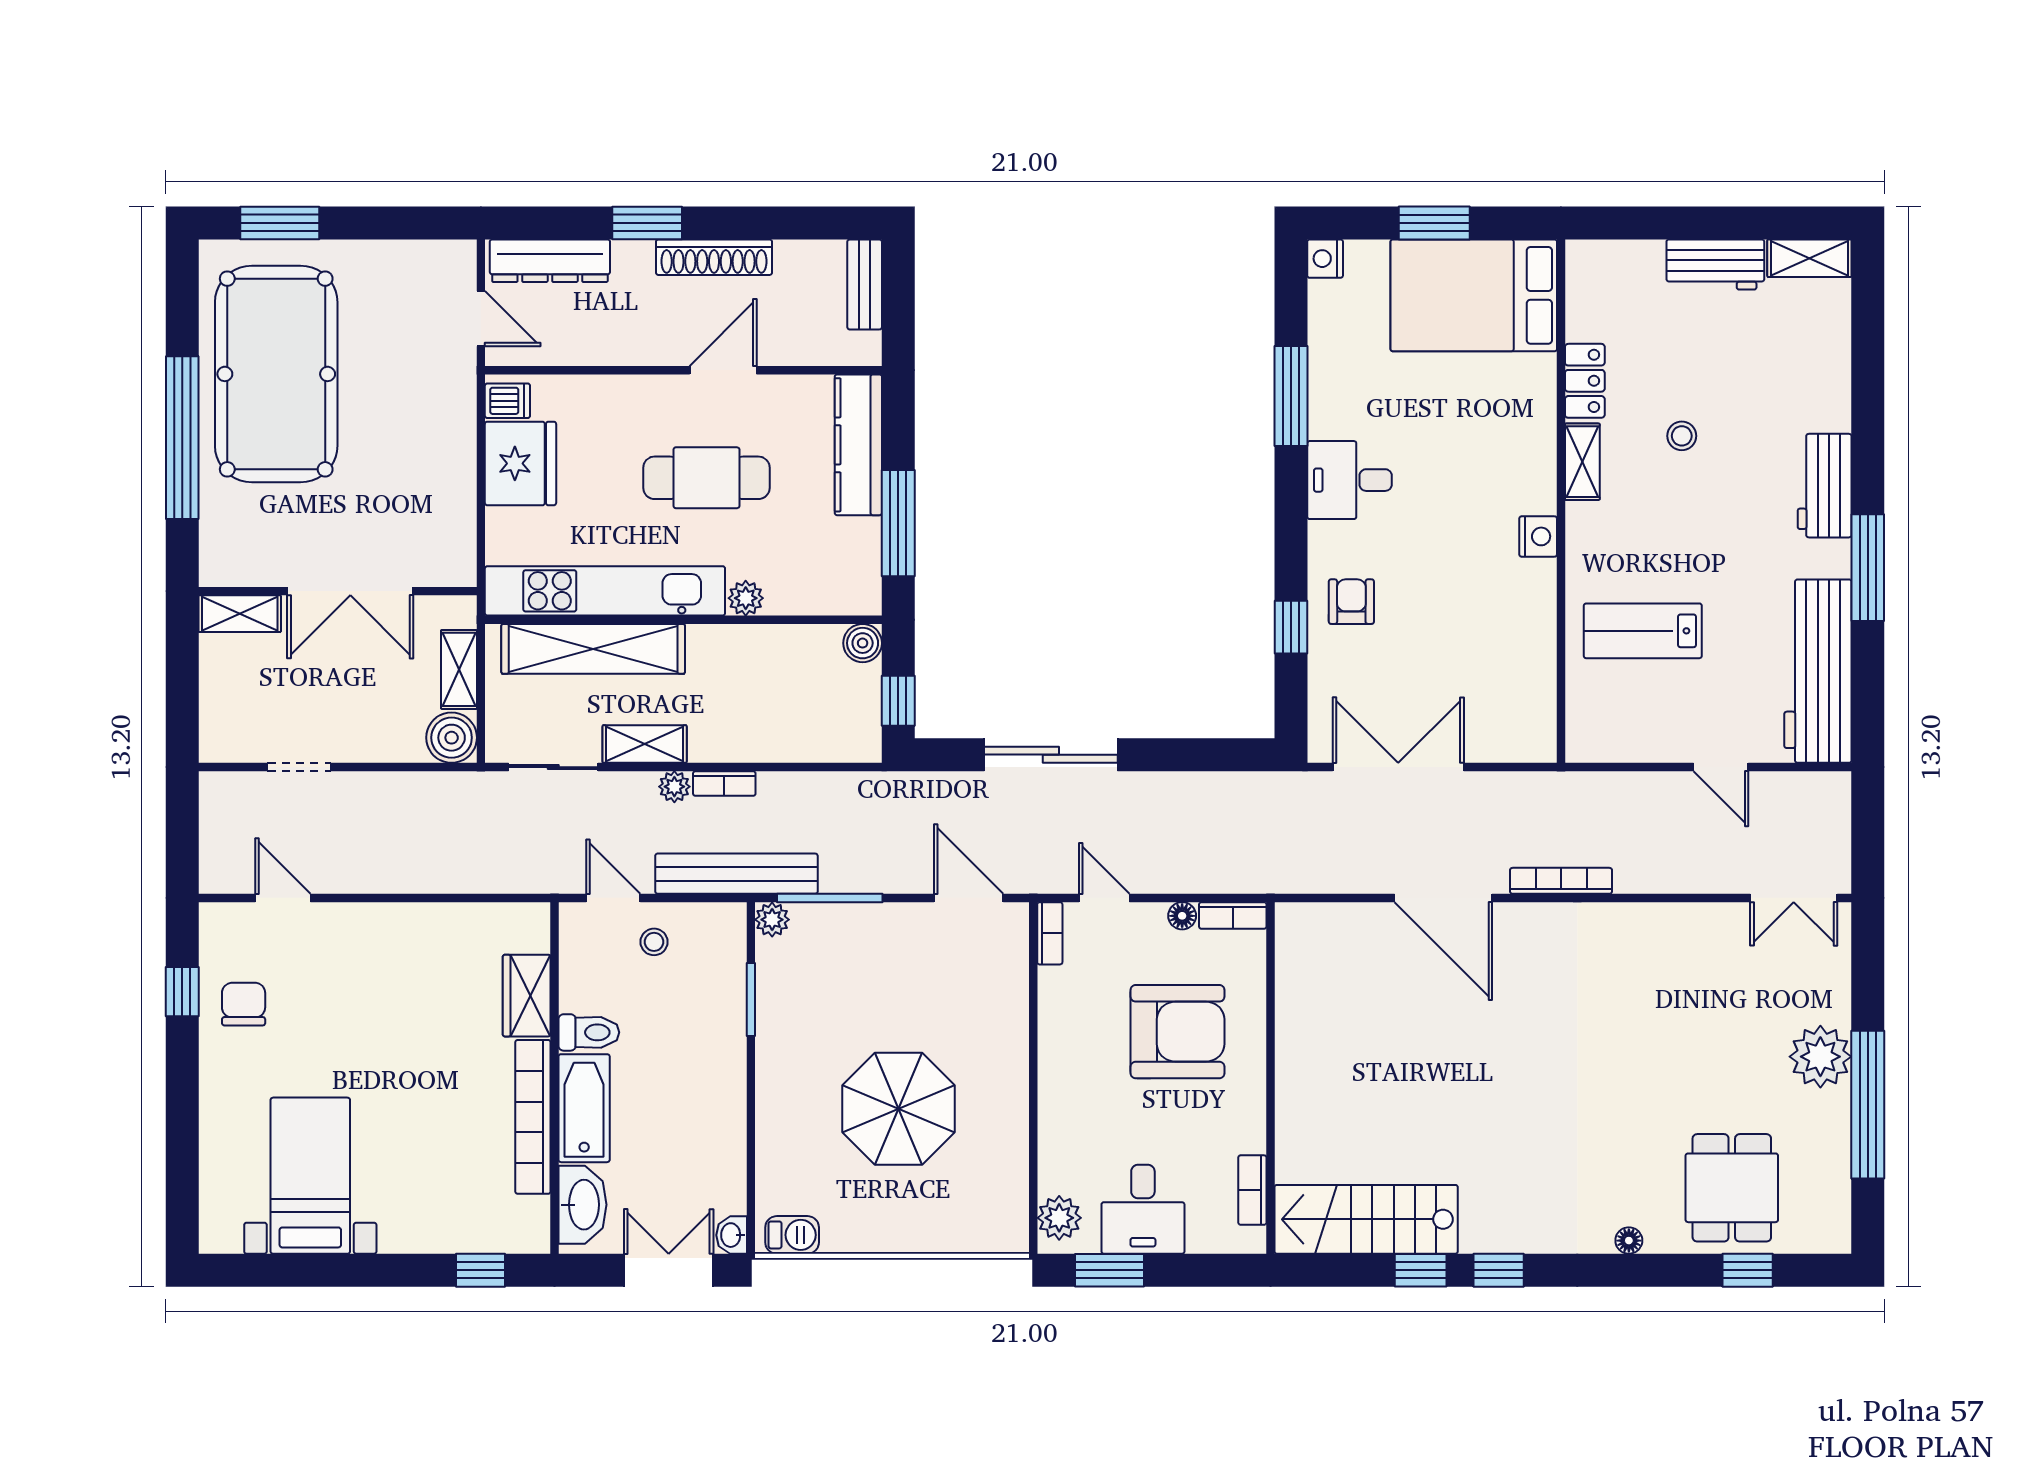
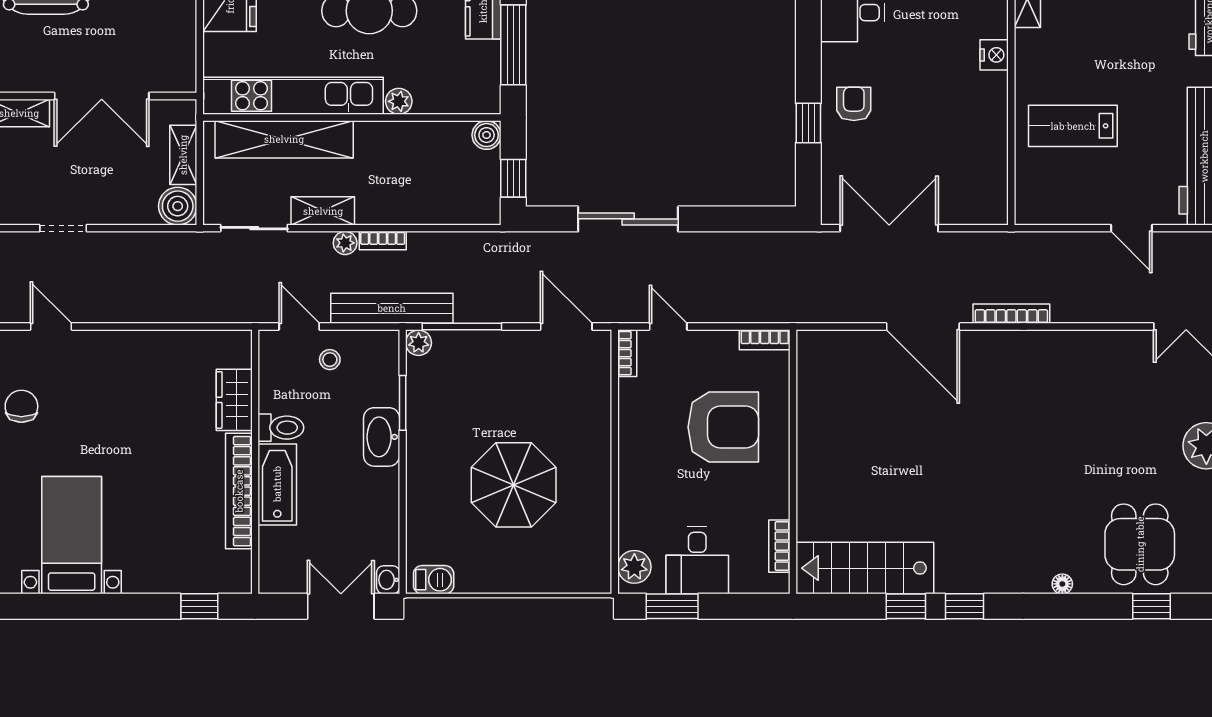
floor lamp: (1182, 916) -> (727, 340), removed
washbasin: (583, 1205) -> (382, 437), moved, turned 180

